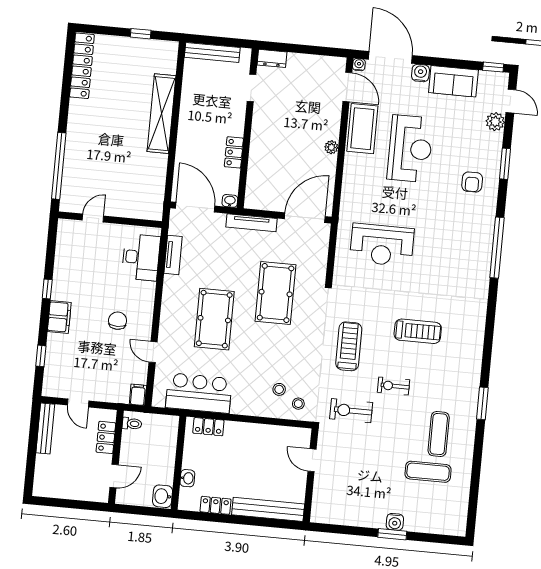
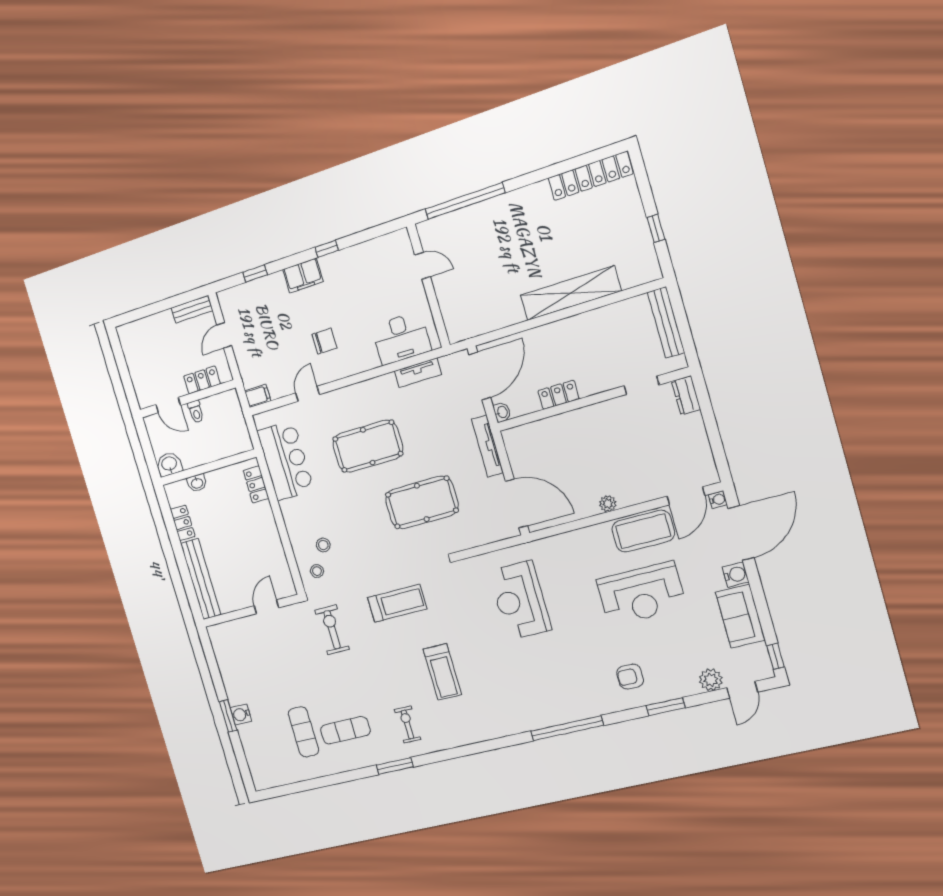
exercise bike: (394, 386) -> (407, 724), moved
toilet: (132, 424) -> (196, 412), moved
bench: (45, 428) -> (192, 309), width x0.73

